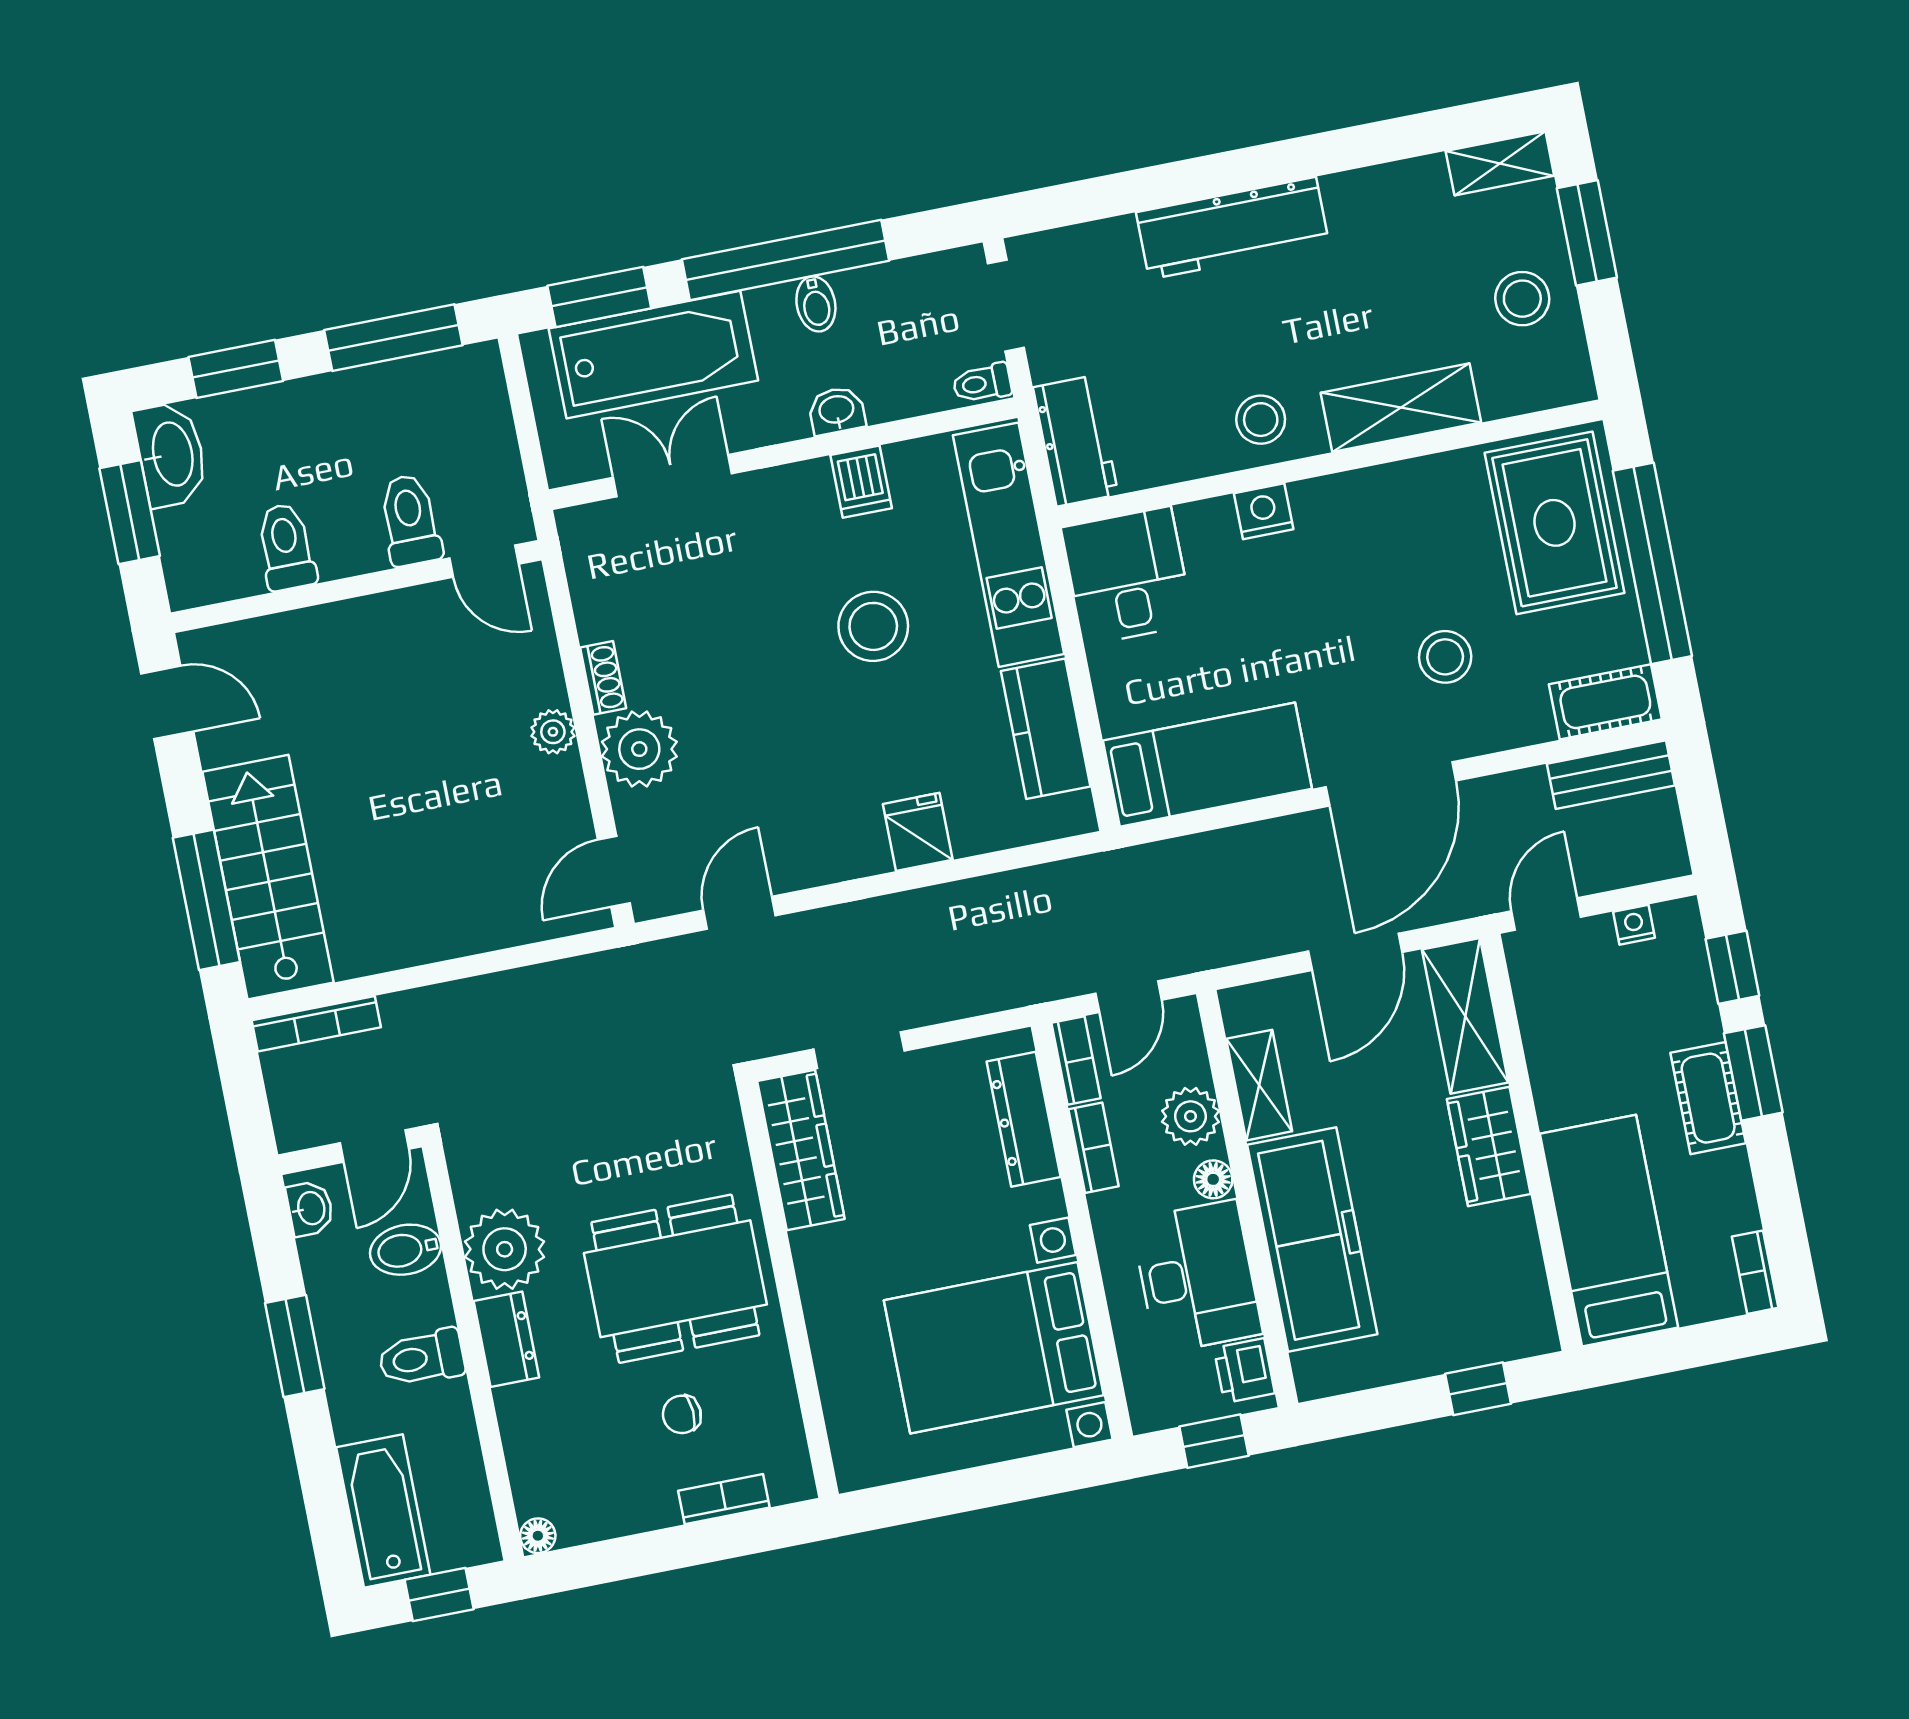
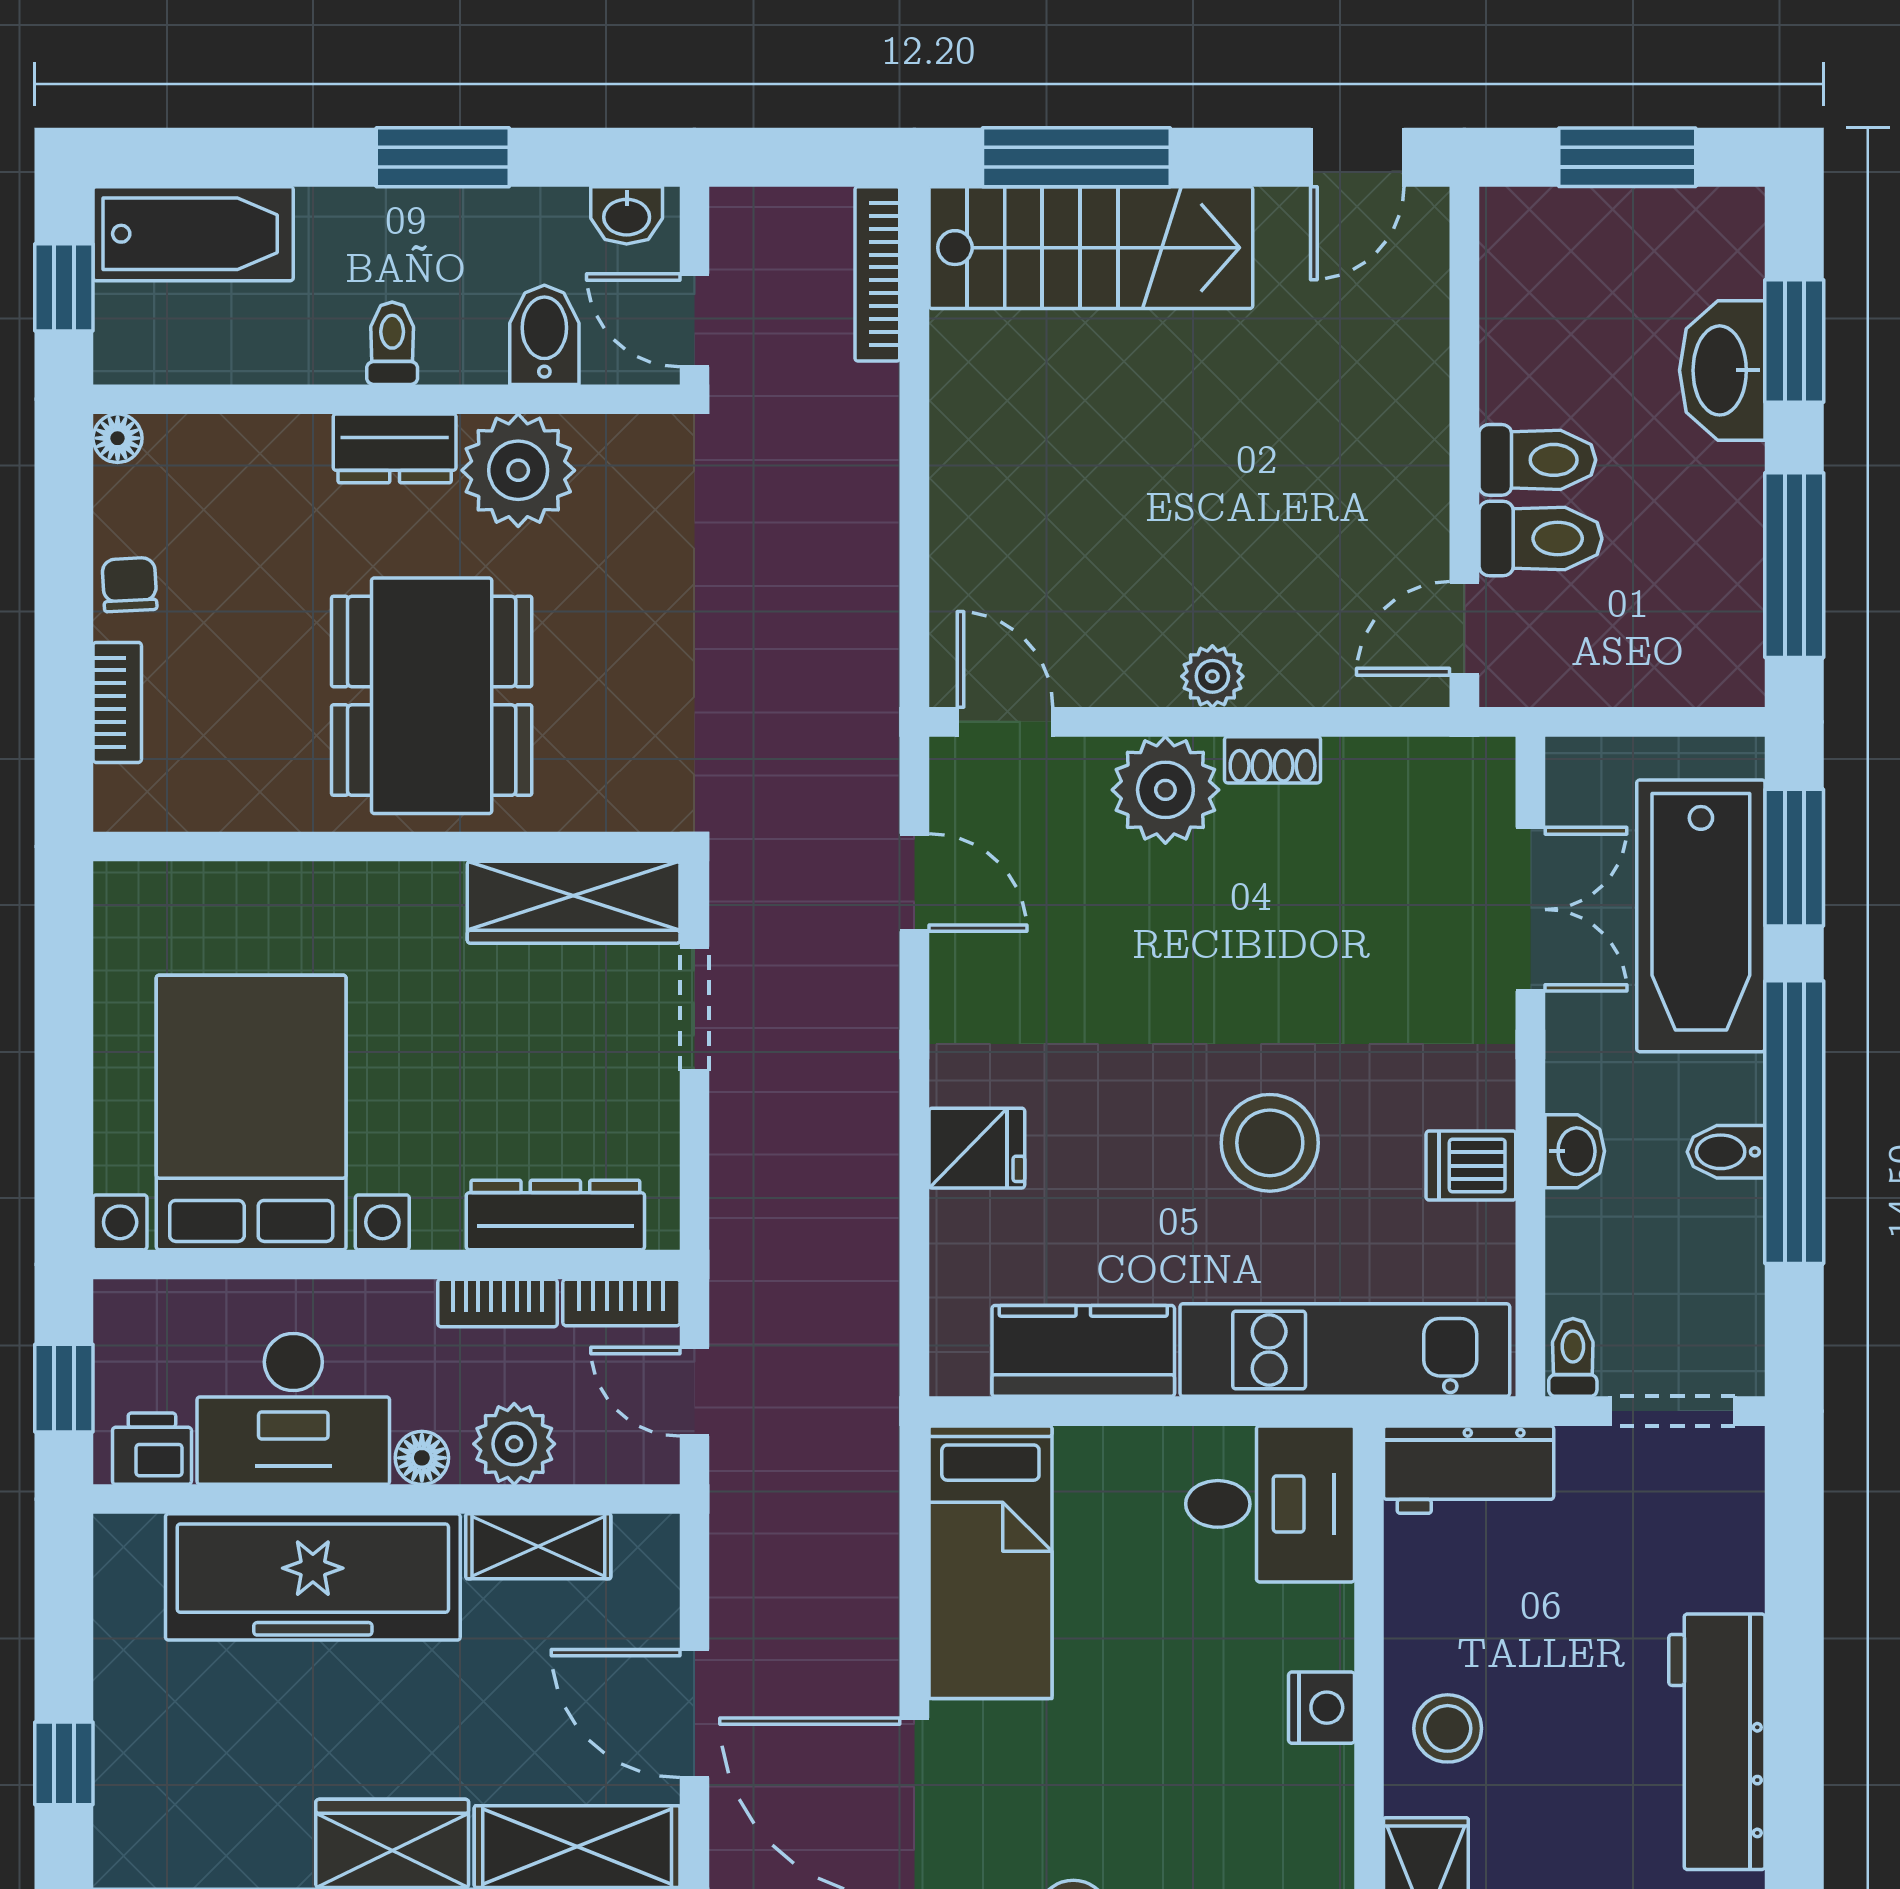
washbasin: (171, 454) -> (1722, 370), moved, turned 90
toilet: (286, 547) -> (1537, 460), moved
toilet: (421, 1358) -> (392, 343), width x0.73, depth x0.72
chair: (682, 1414) -> (129, 585), moved

